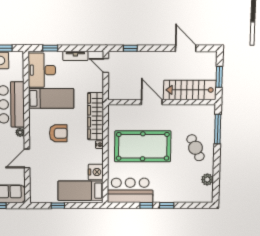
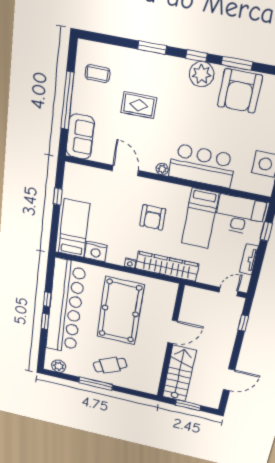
window: (218, 129) -> (96, 384), moved
plant: (207, 180) -> (59, 366), moved
bar counter: (130, 190) -> (65, 307), width x1.86

